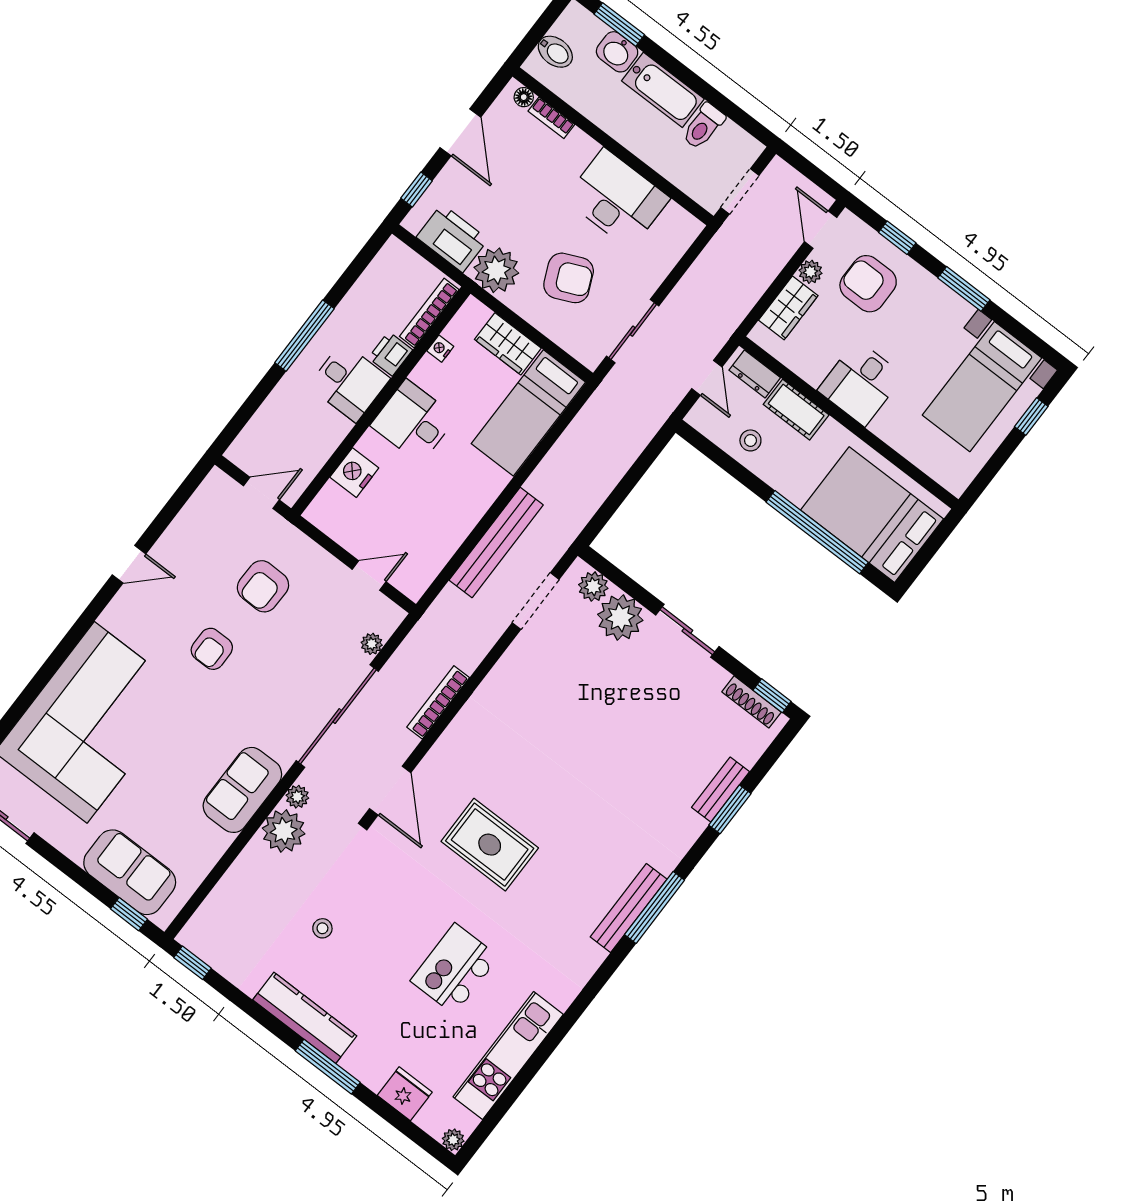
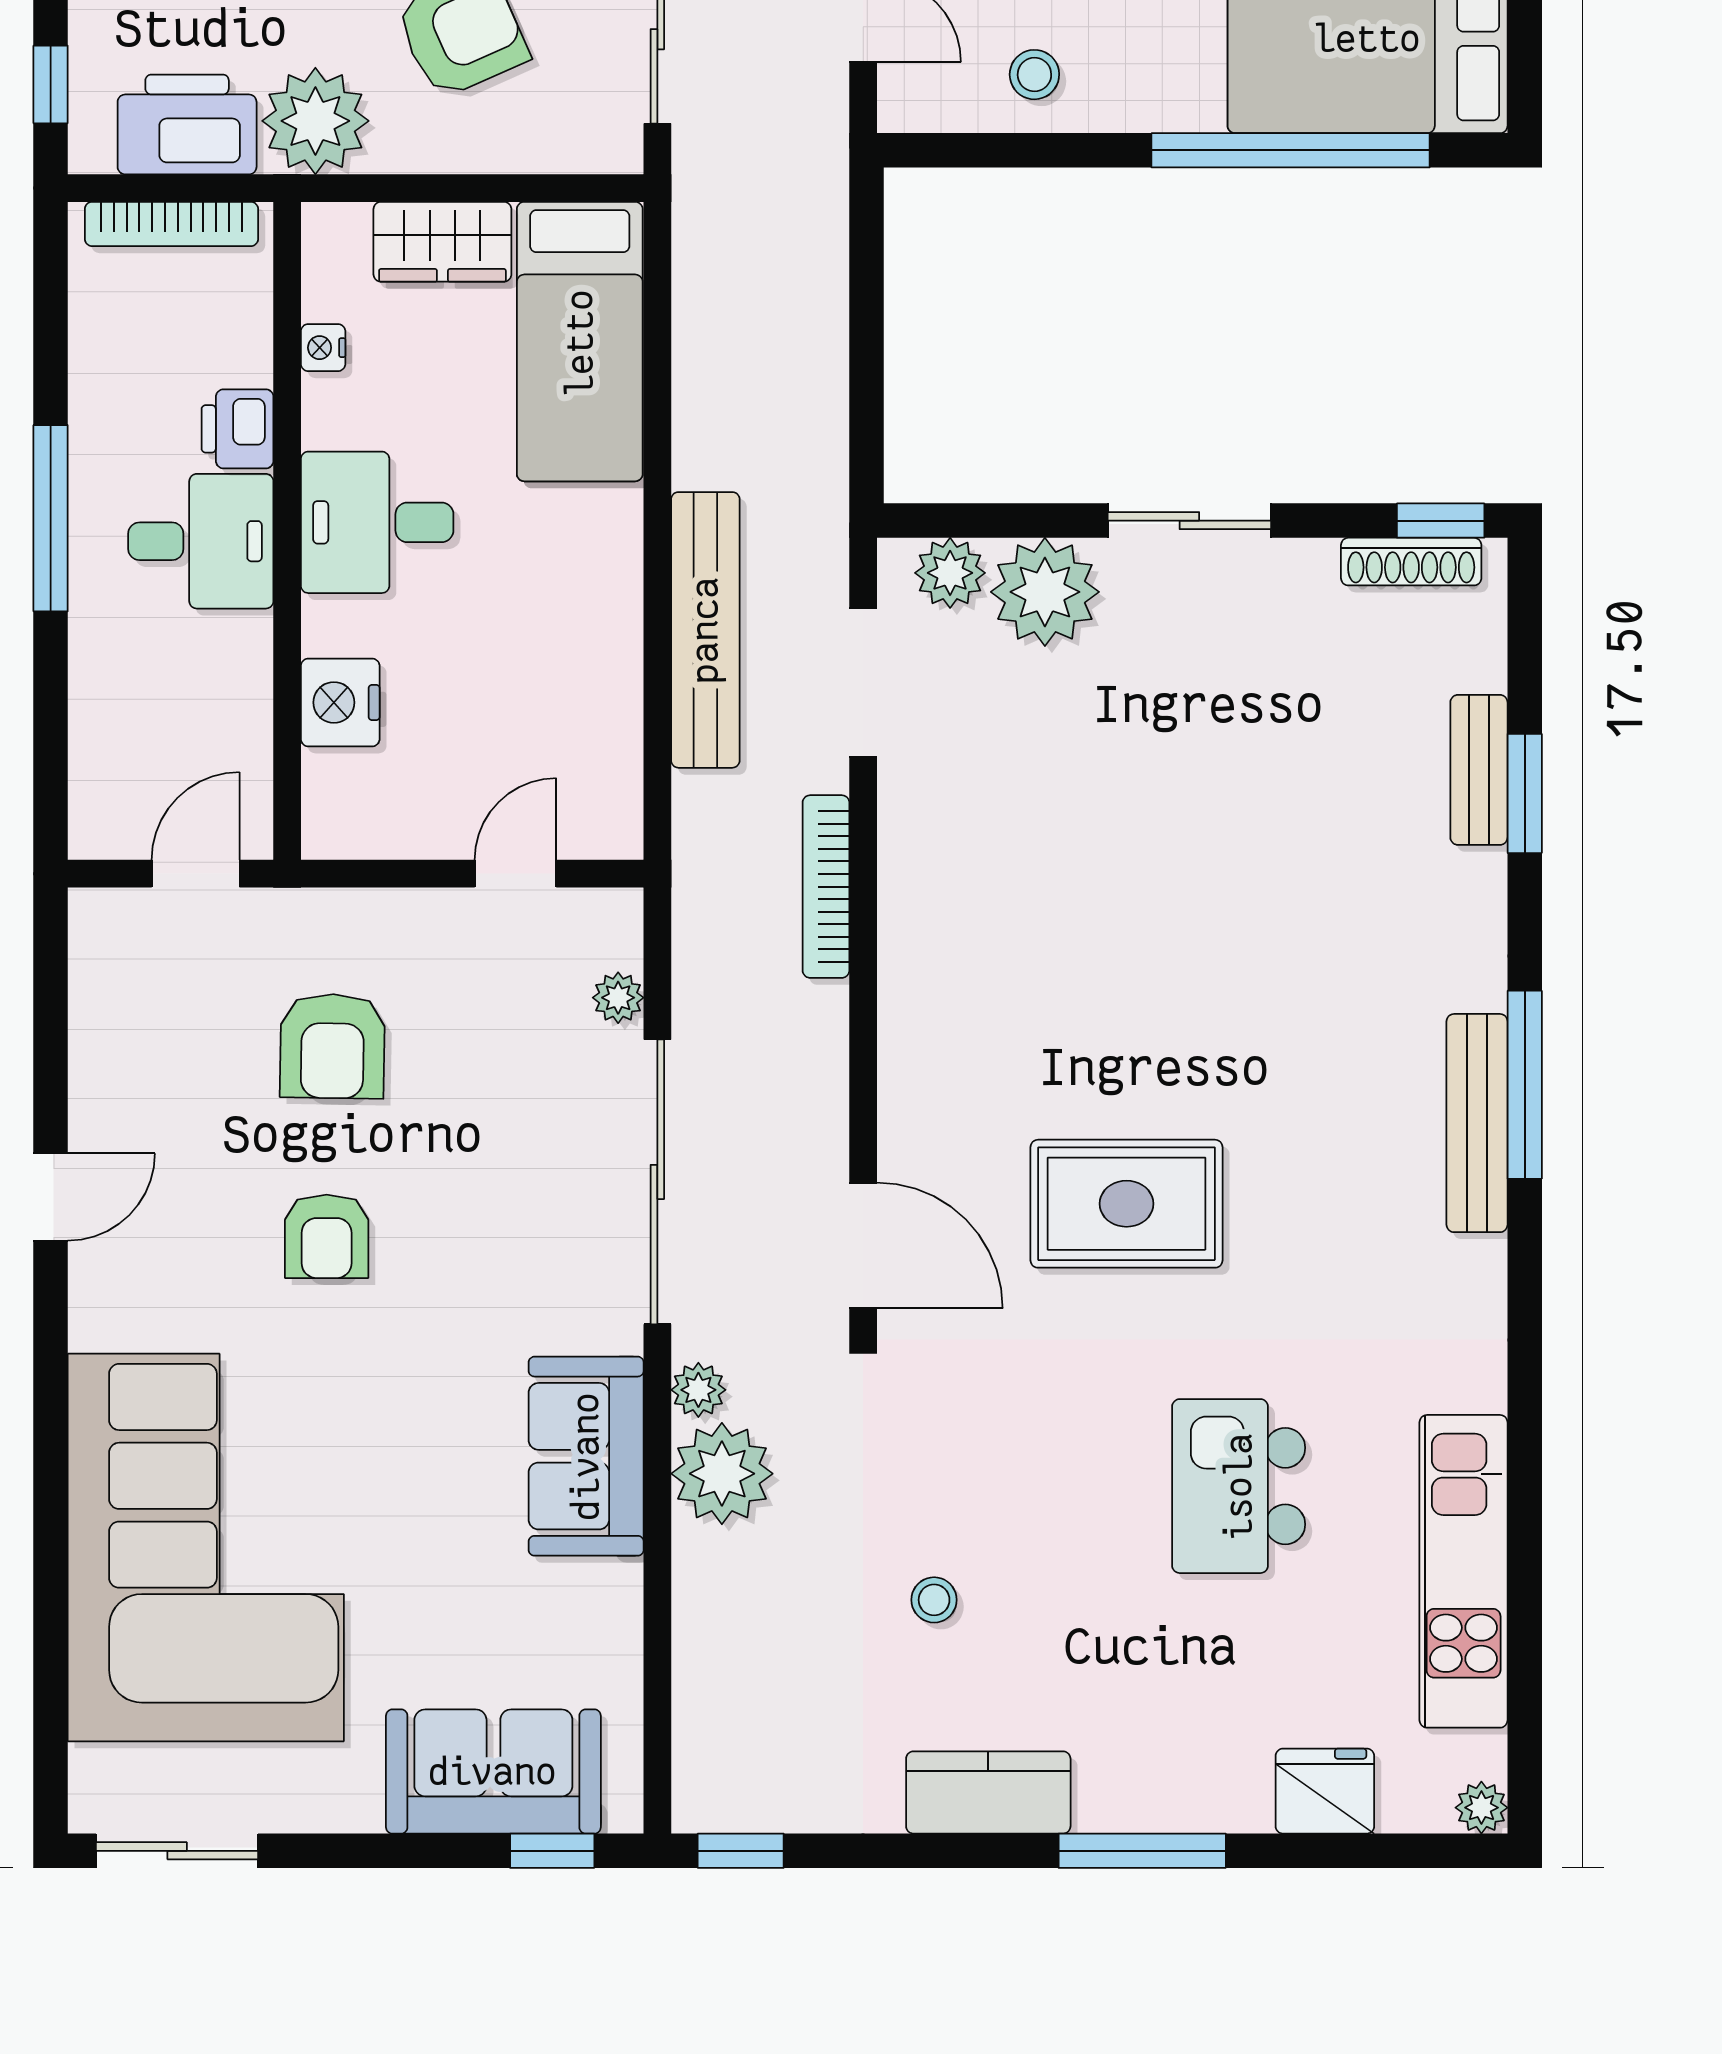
bookcase: (429, 313) -> (171, 224), moved, turned -90
bookcase: (438, 702) -> (826, 887), moved
kitchen counter: (305, 1018) -> (988, 1792), width x0.67

